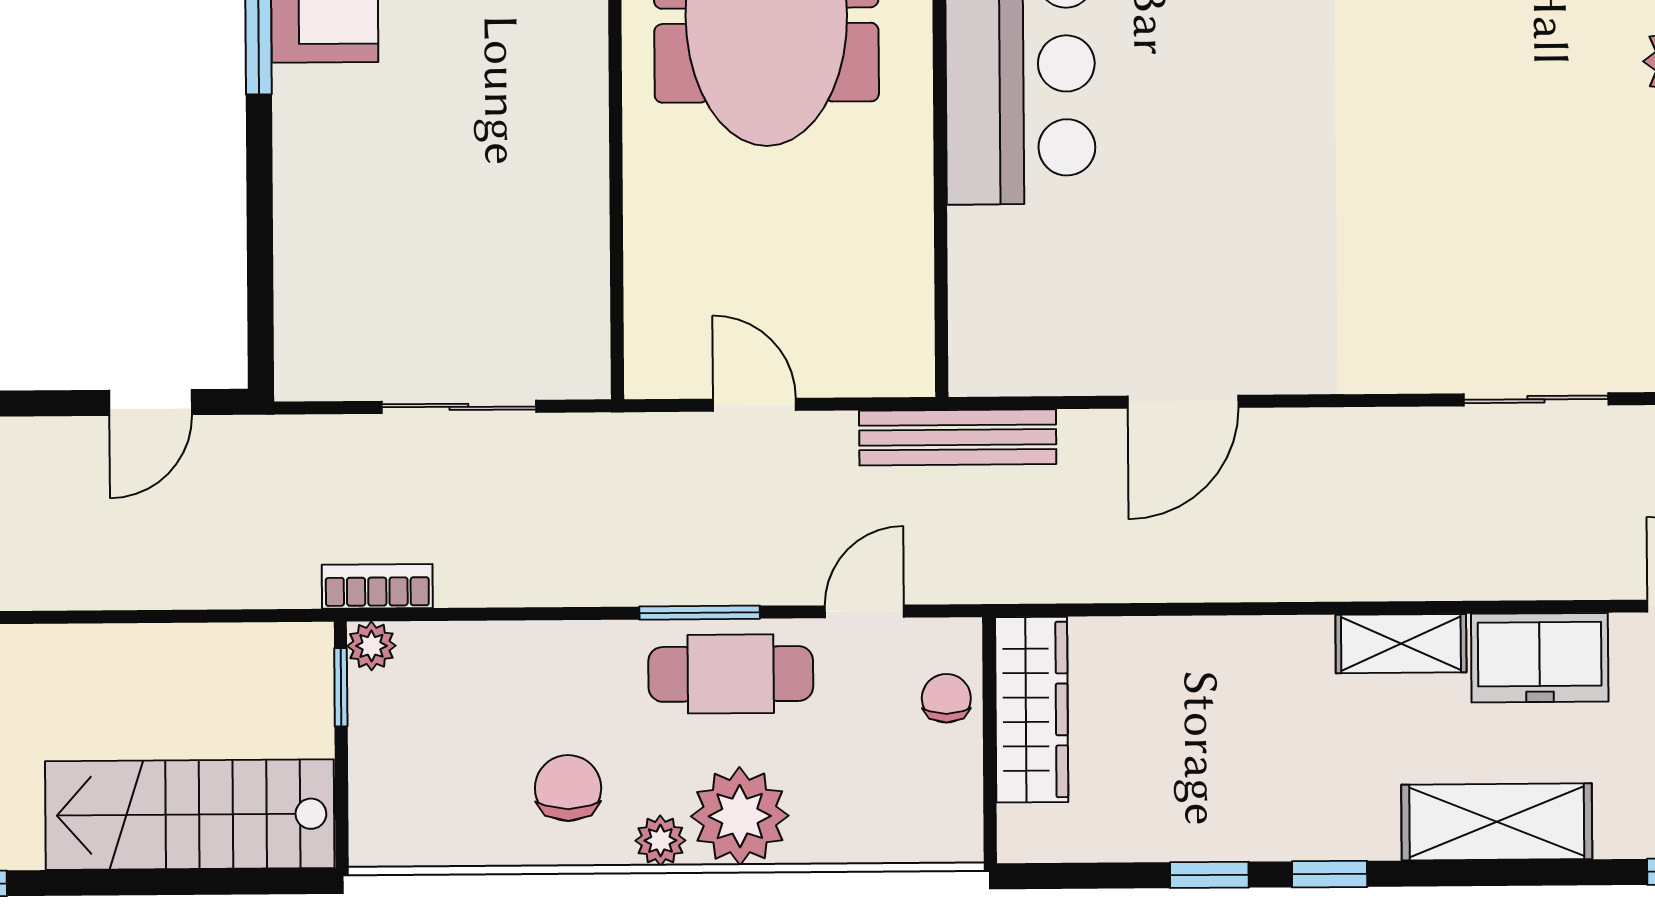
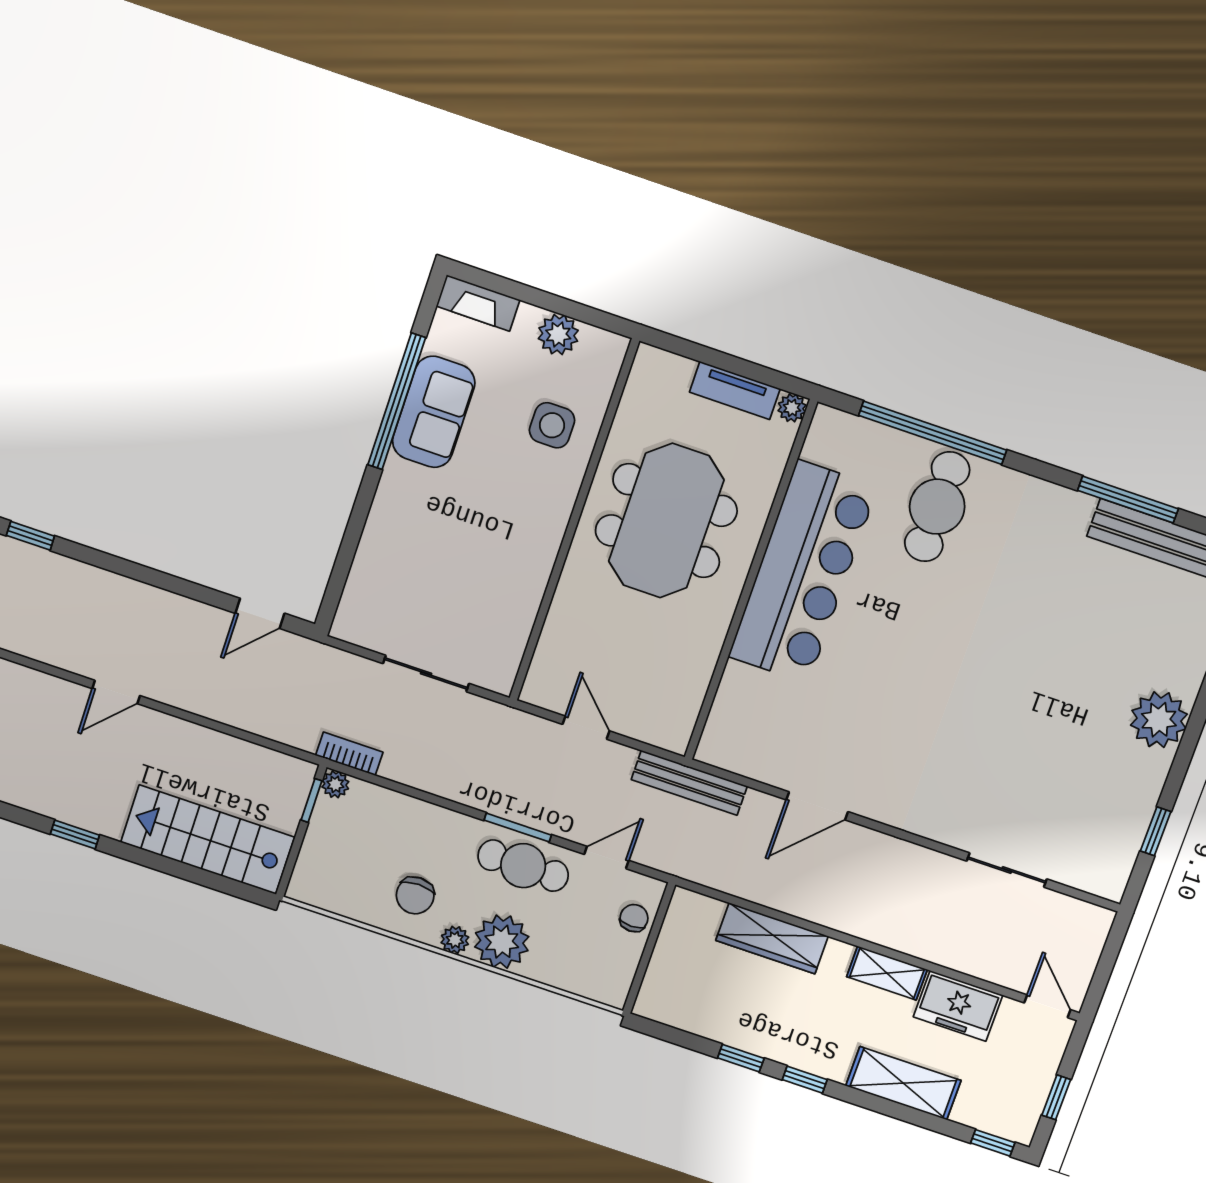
wardrobe: (1032, 710) -> (772, 938), moved, turned 90
chair: (568, 788) -> (415, 895), turned 180

